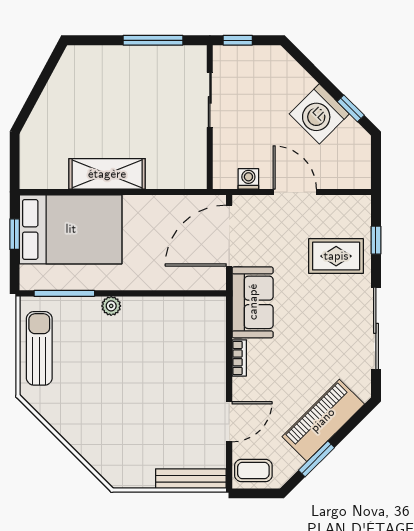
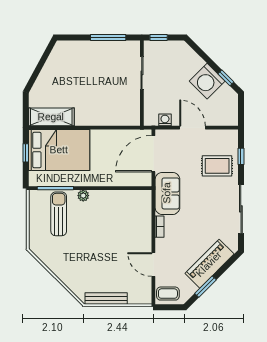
shelving: (107, 174) -> (51, 117), moved
sun lounger: (39, 348) -> (59, 214), moved
door: (229, 422) -> (153, 265), swing flipped
bench: (191, 479) -> (106, 298), moved

